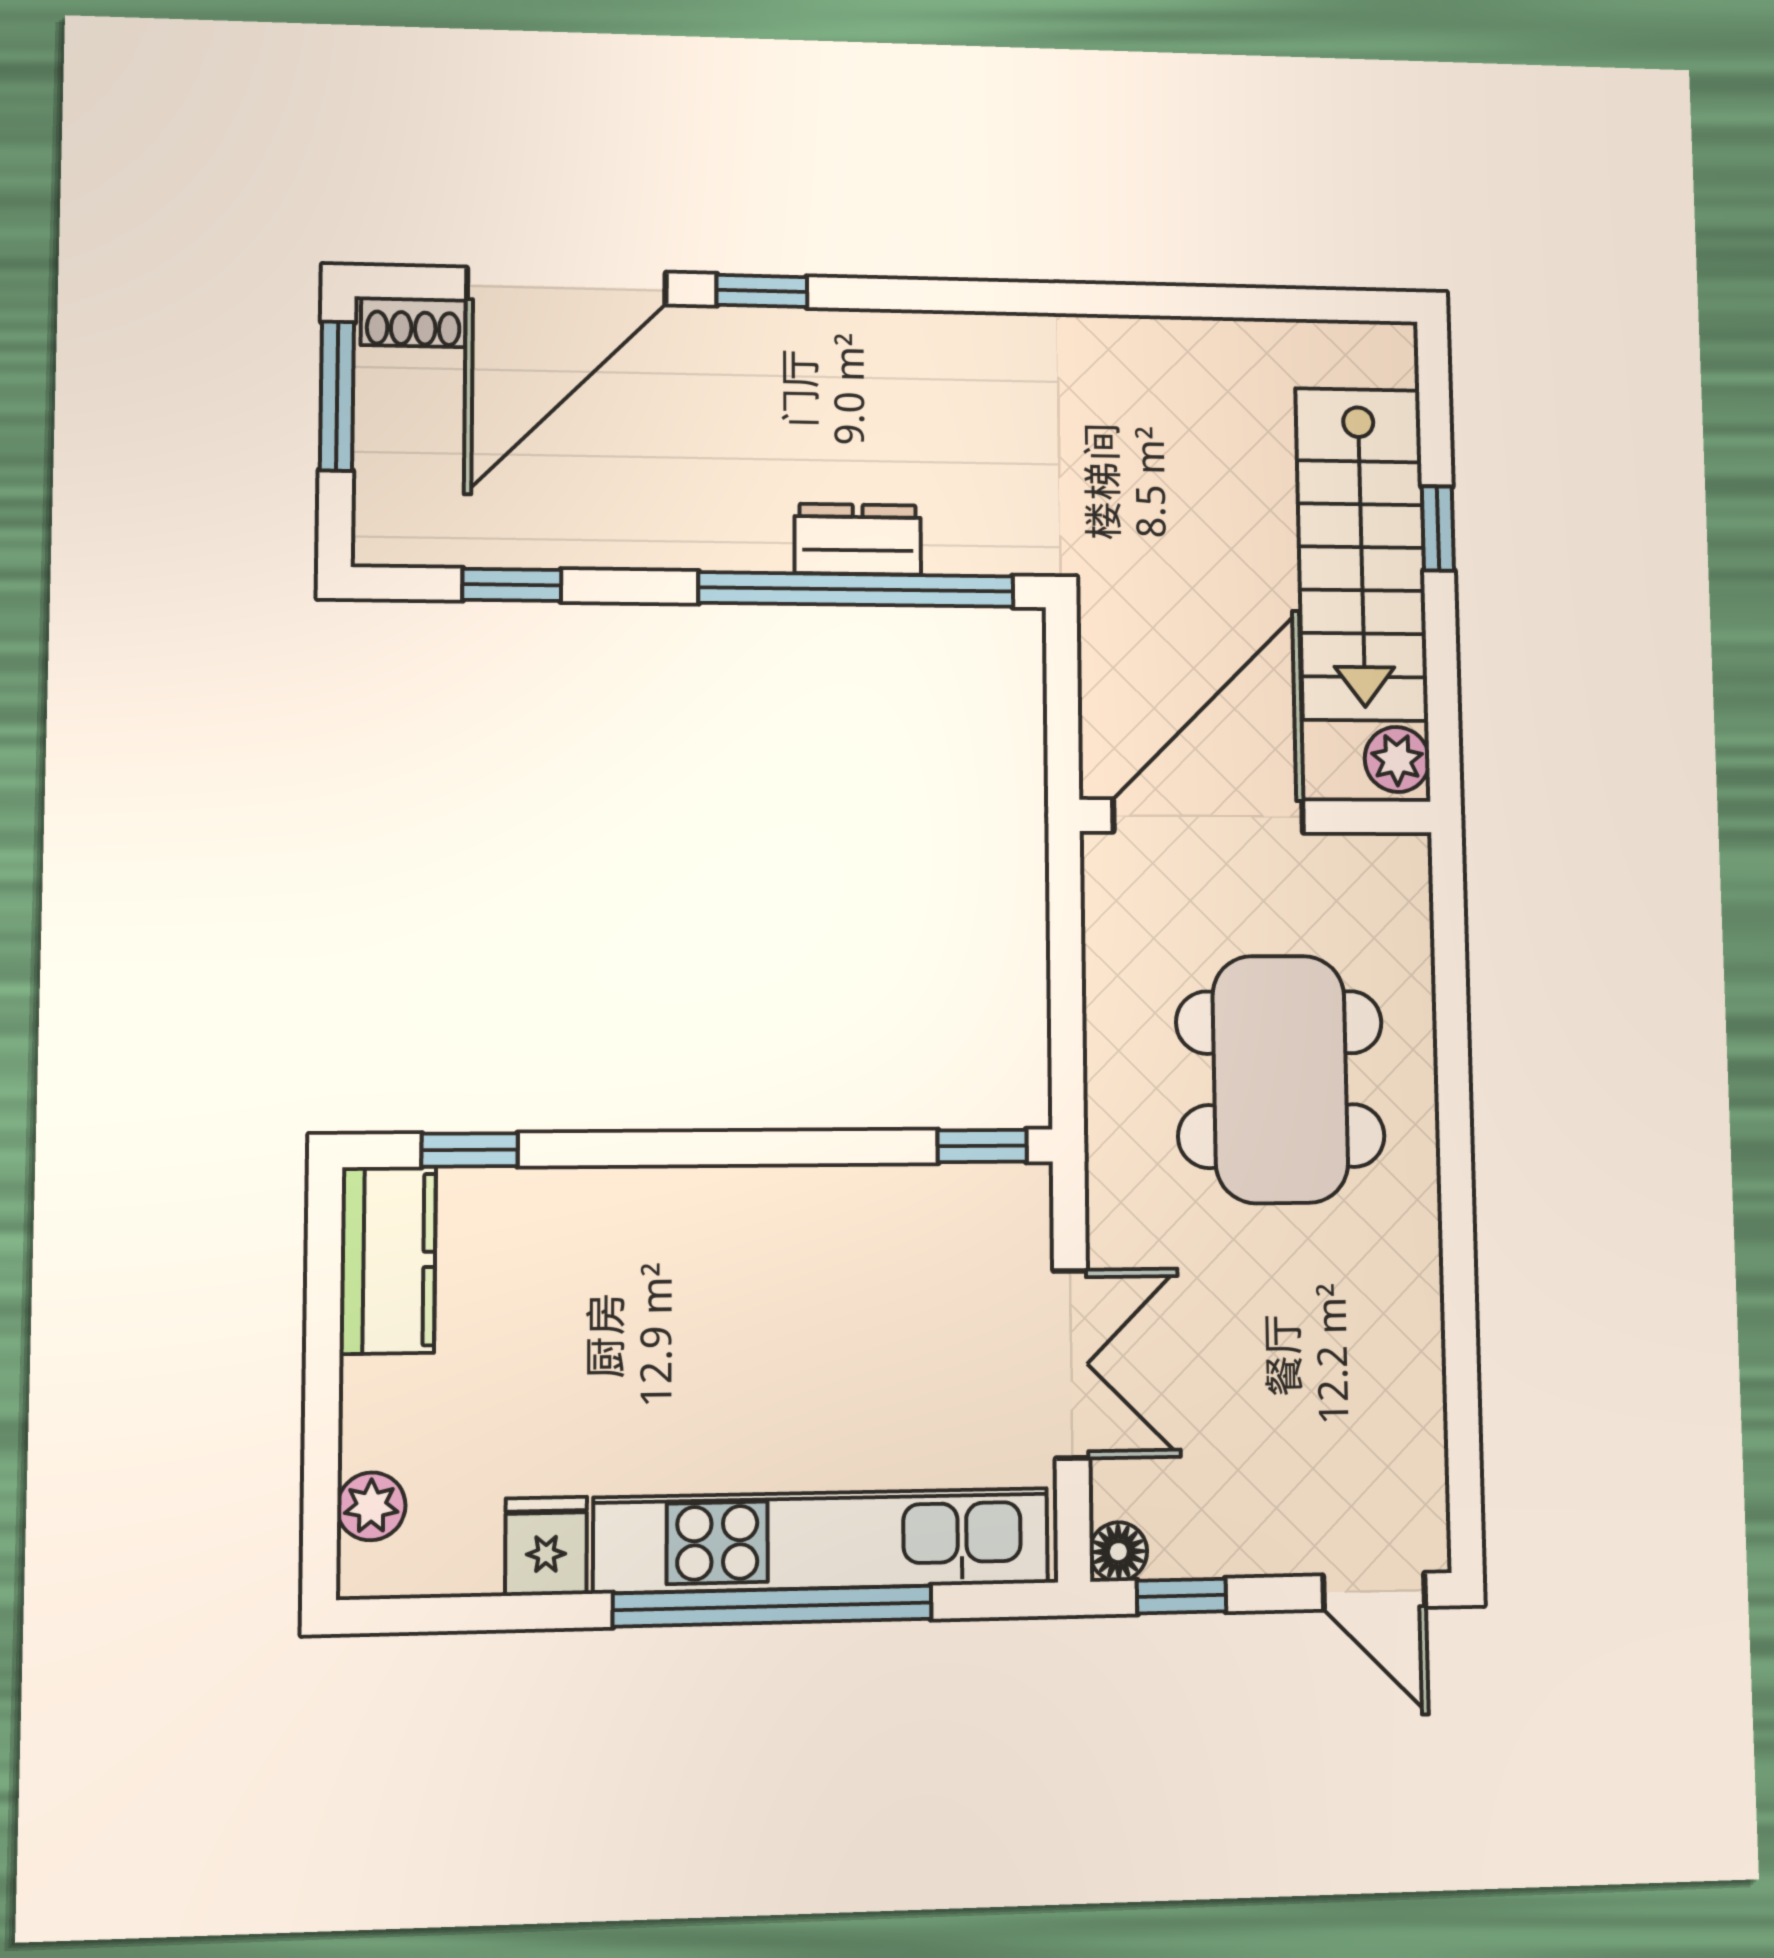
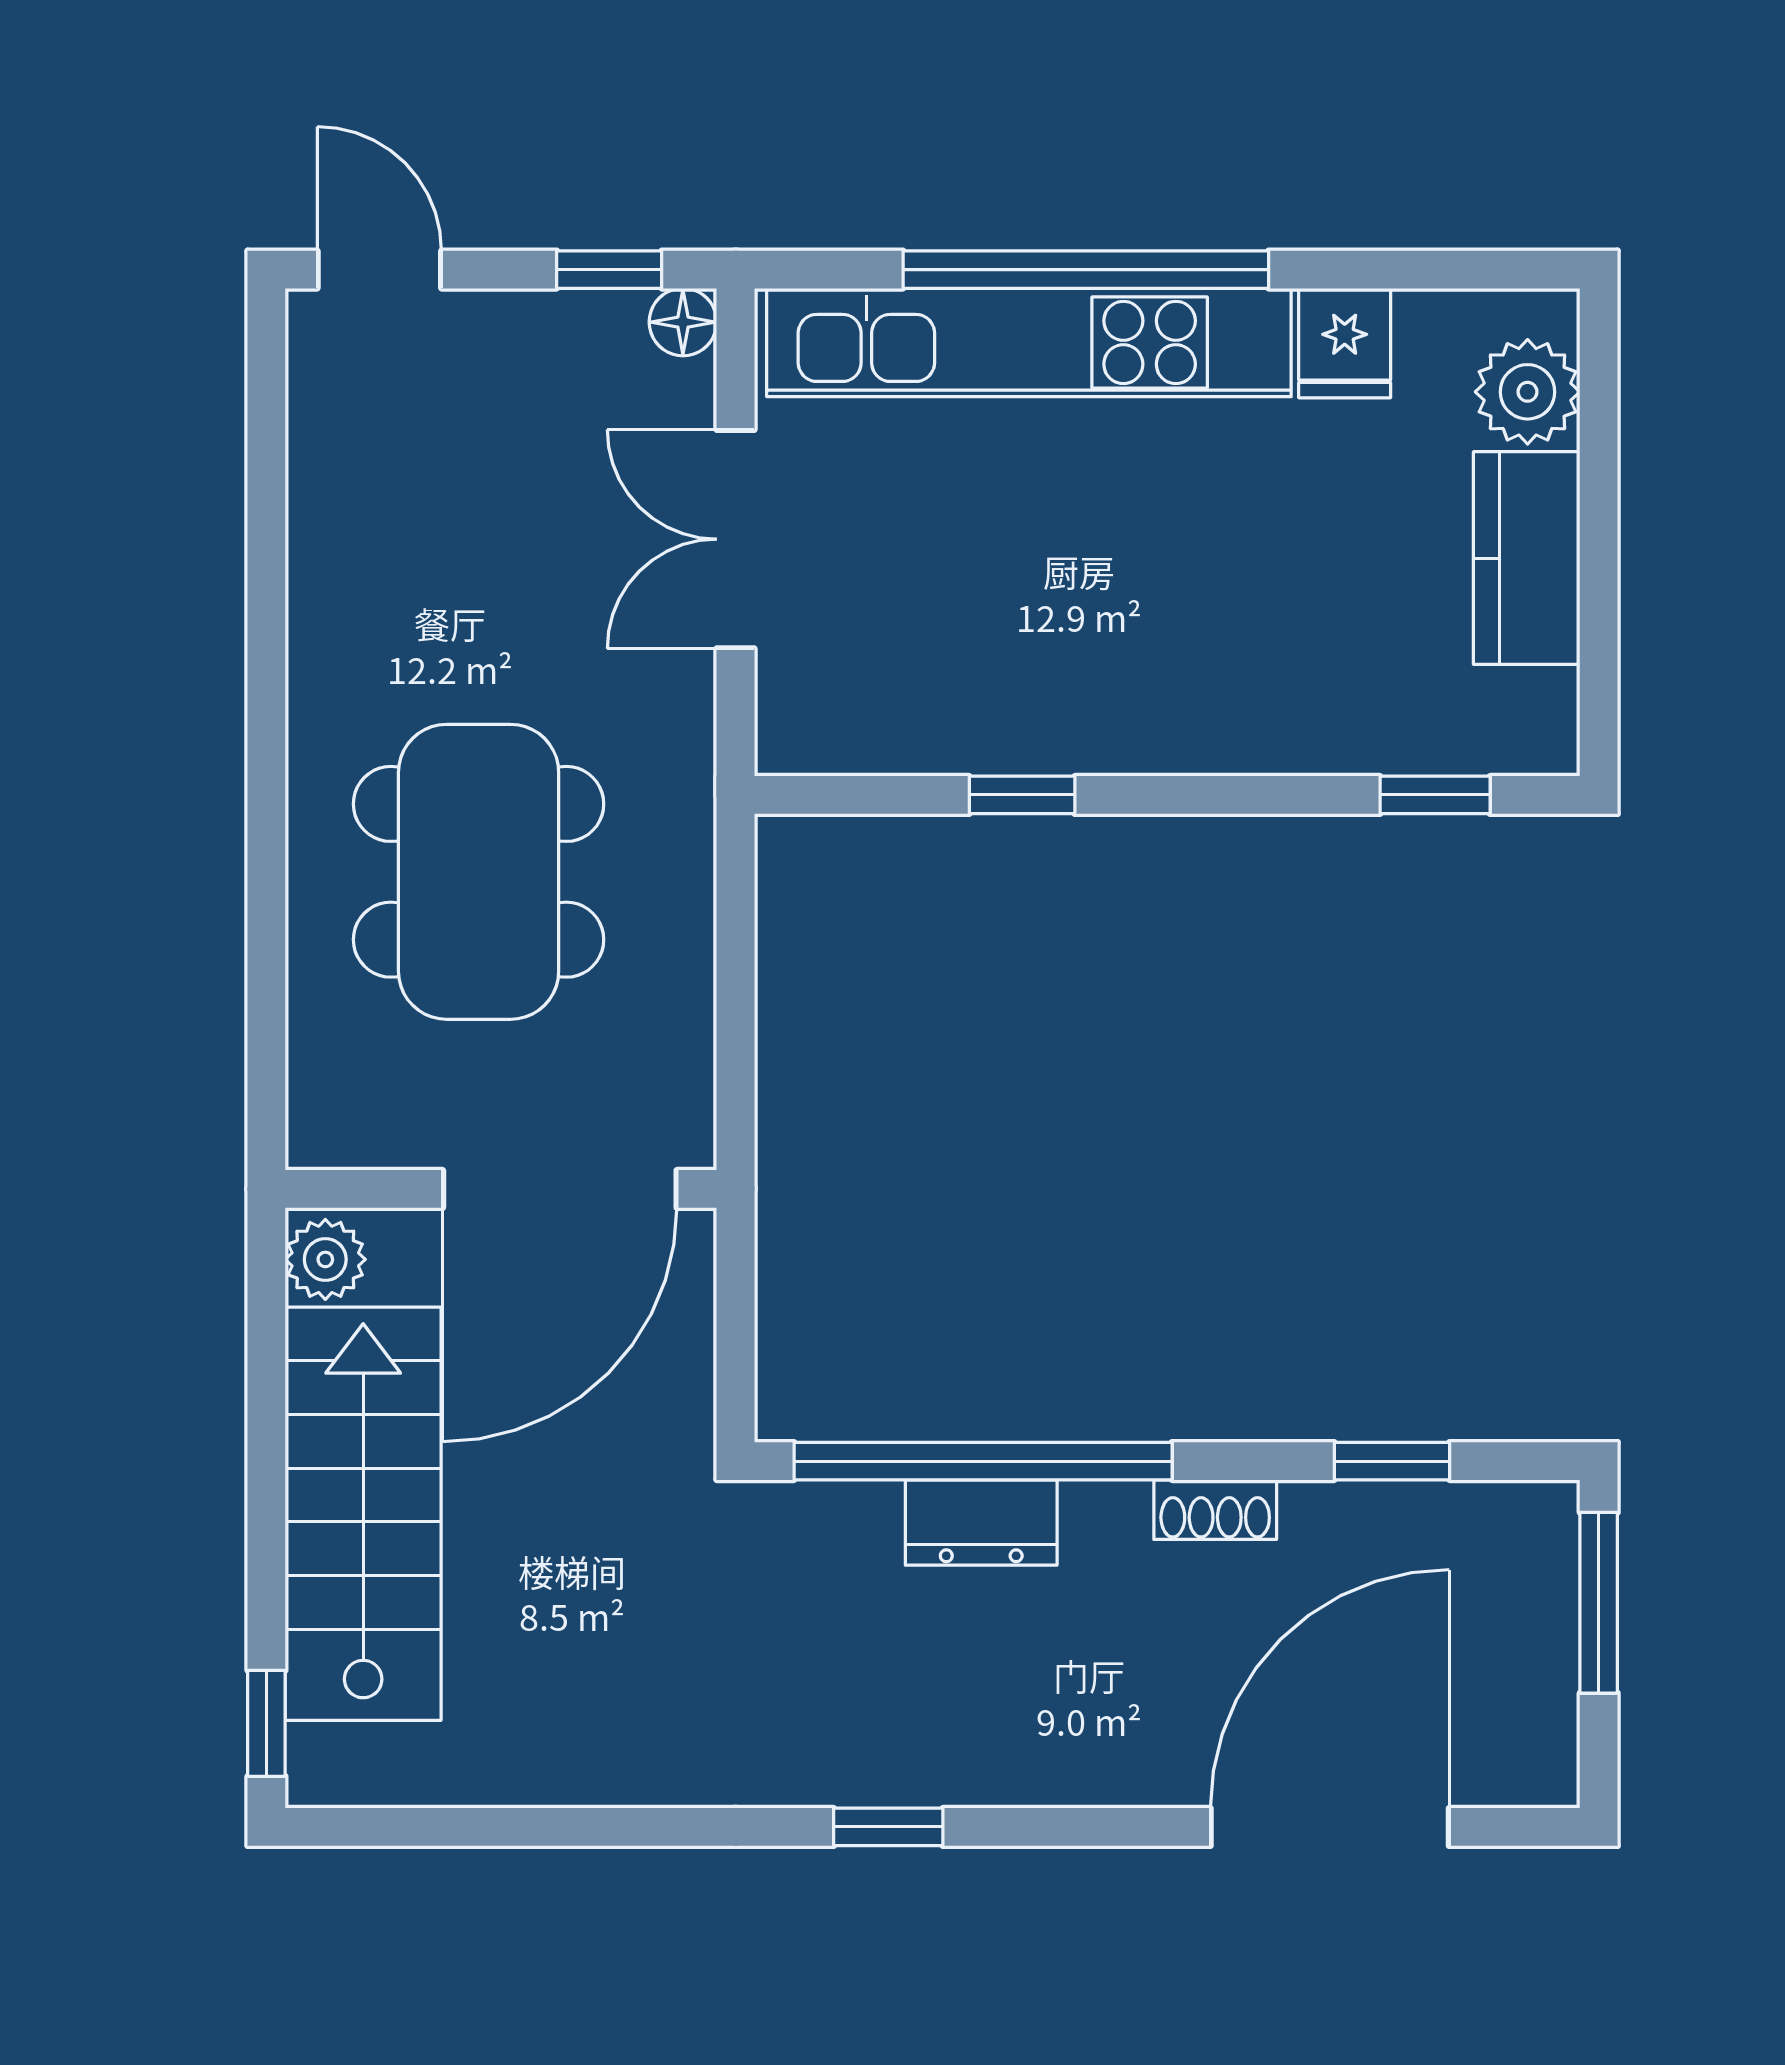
window: (762, 291) -> (888, 1827), moved
shoe rack: (413, 322) -> (1215, 1510), moved, turned 180
window: (337, 396) -> (1599, 1603), moved
window: (1438, 528) -> (266, 1723), moved
window: (982, 1146) -> (1022, 795), moved
kitchen counter: (388, 1260) -> (1527, 558), moved
plant: (371, 1506) -> (1528, 392), width x1.38, depth x1.38

